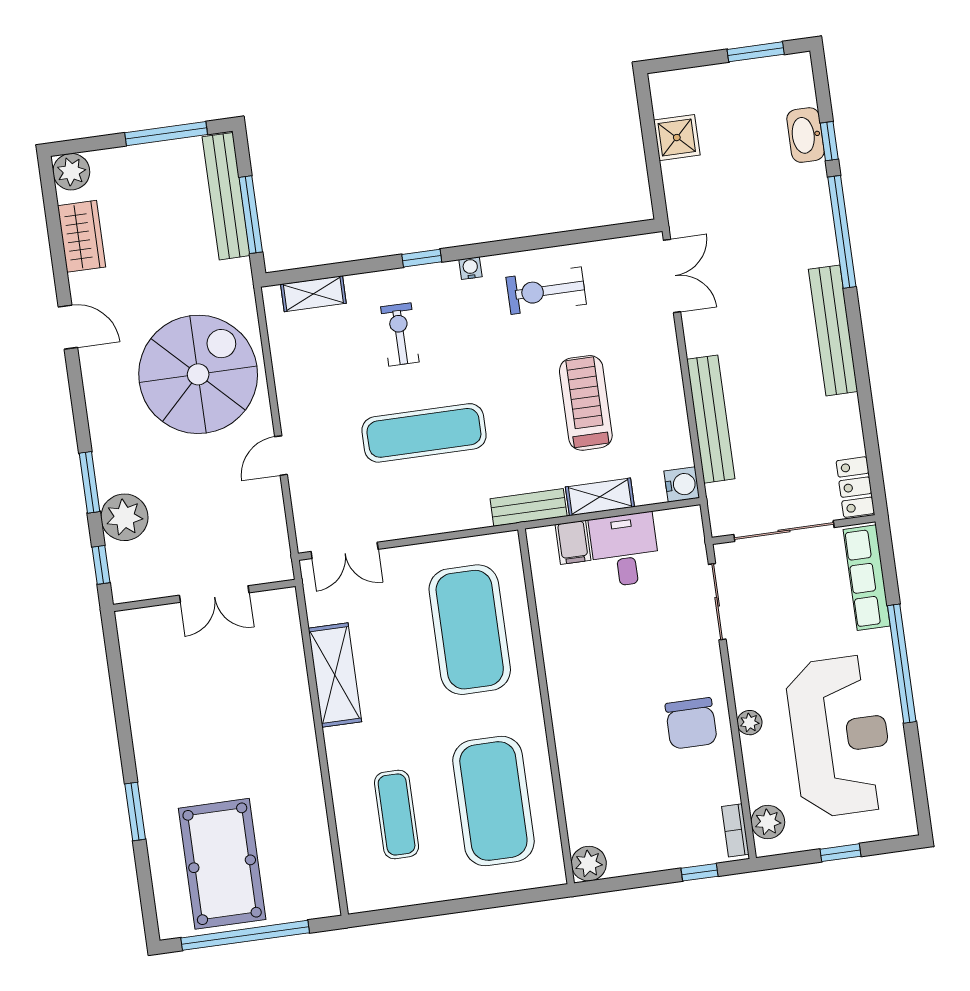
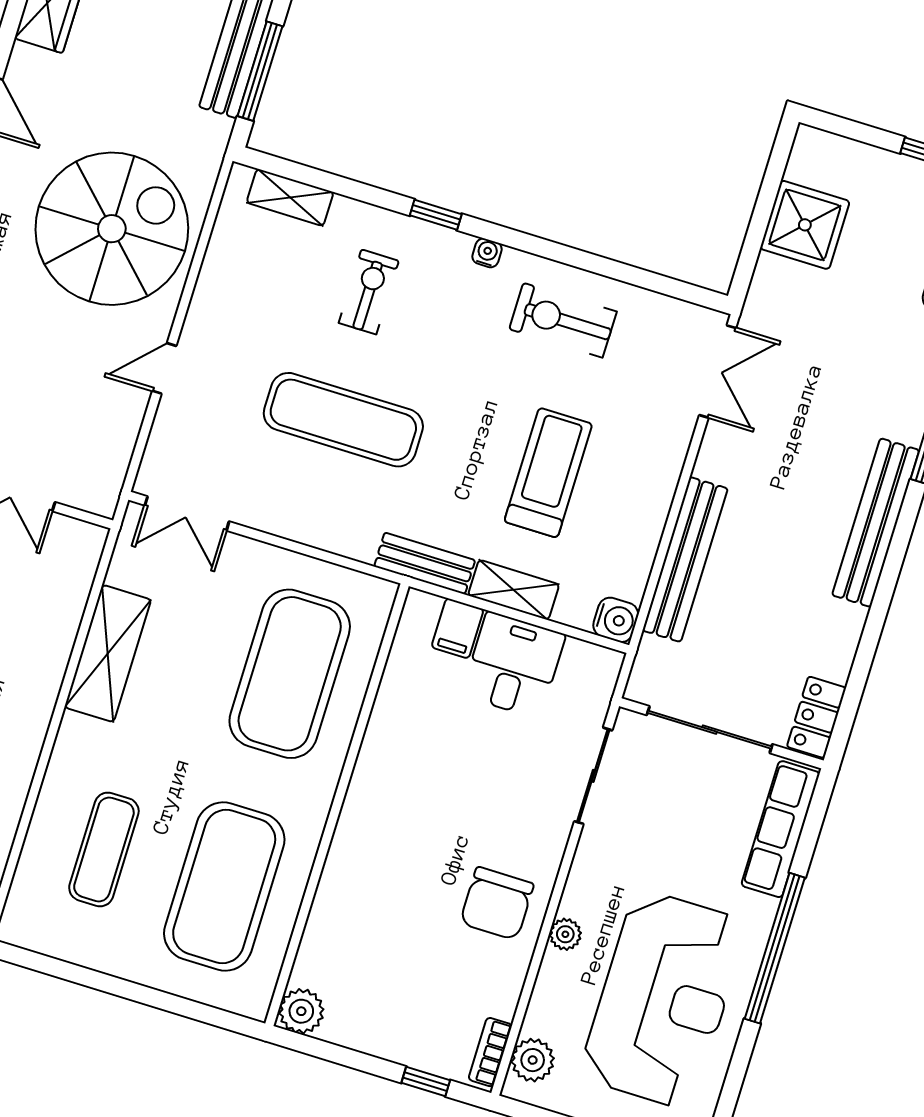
shower: (677, 138) -> (805, 225), width x1.36, depth x1.36

